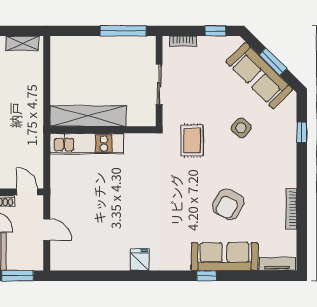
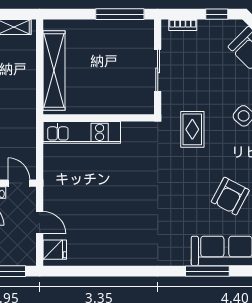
shelving: (88, 116) -> (54, 71), moved, turned 90
fridge: (139, 260) -> (55, 250), moved, turned 90
window: (207, 276) -> (207, 271), width x2.17

